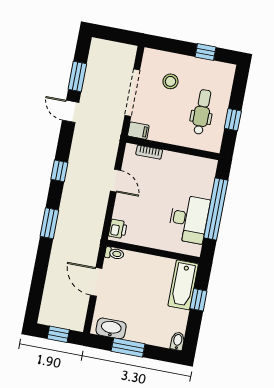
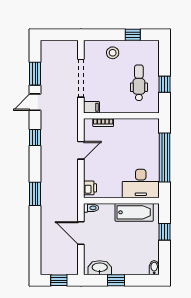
stool: (170, 81) -> (113, 53), moved
door: (71, 111) -> (35, 102), hinge flipped
window: (59, 171) -> (35, 137), moved
door: (115, 181) -> (81, 150), hinge flipped
desk: (189, 219) -> (141, 184), moved, turned 90
bathtub: (183, 285) -> (134, 212), moved, turned -90
window: (128, 348) -> (116, 280), width x0.67

